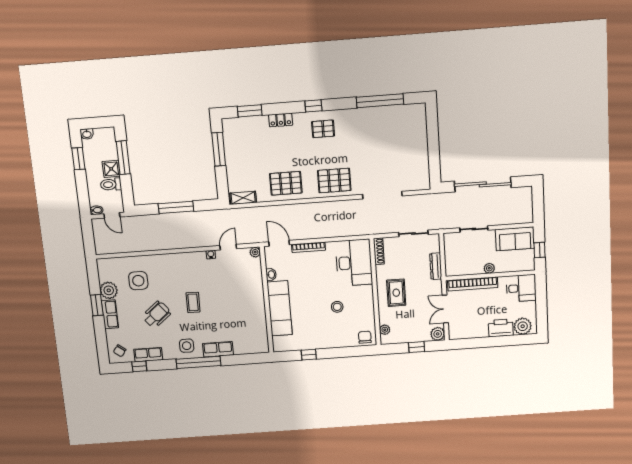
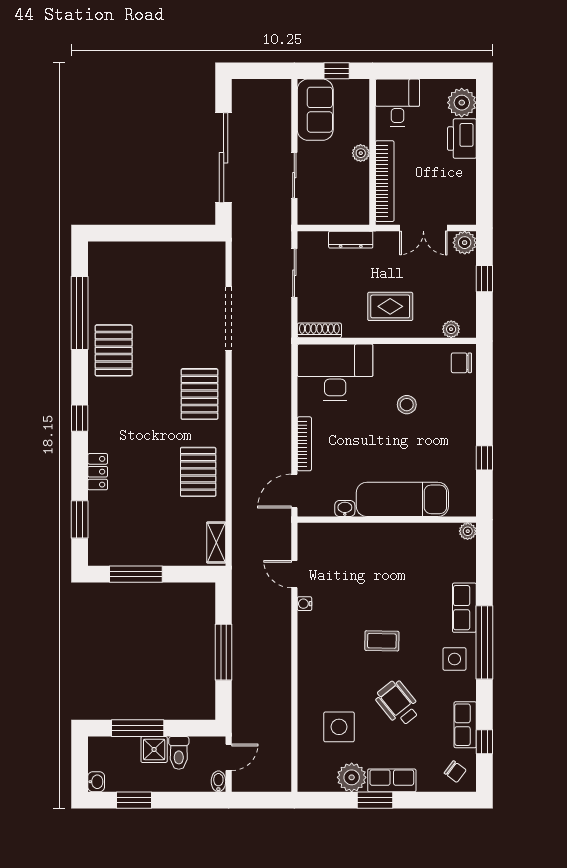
pallet: (323, 129) -> (114, 350), moved, width x1.50, depth x1.42
plant: (255, 252) -> (468, 531), moved

